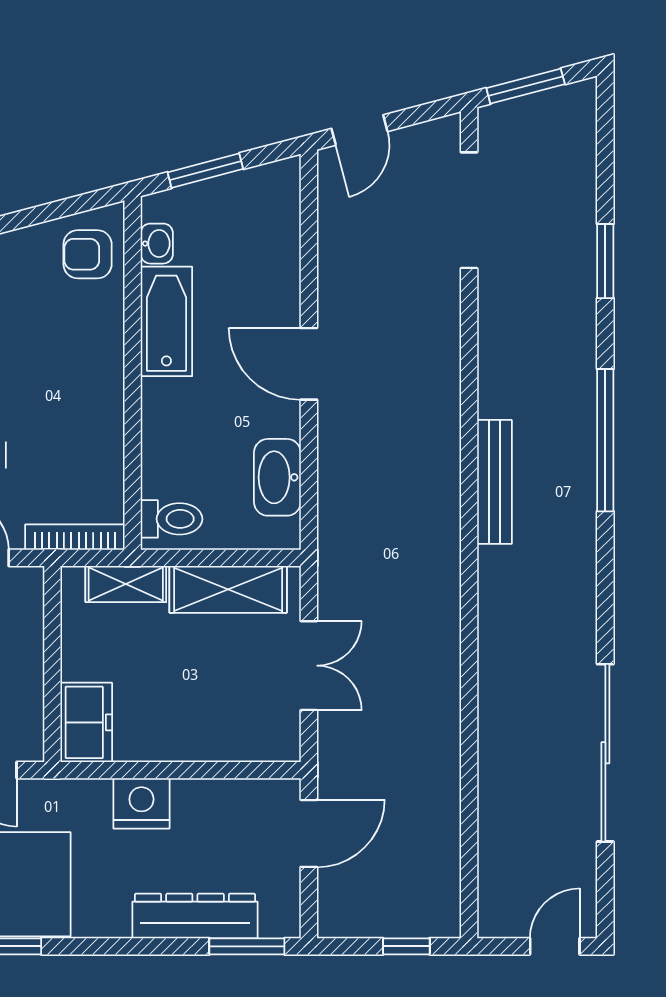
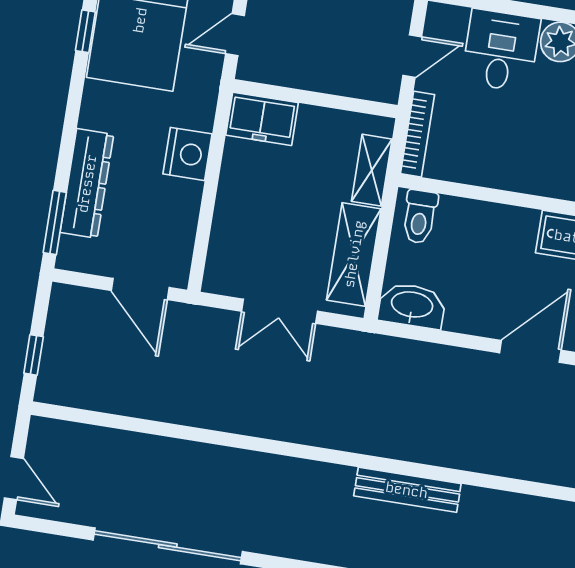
washbasin: (277, 477) -> (412, 306), moved

